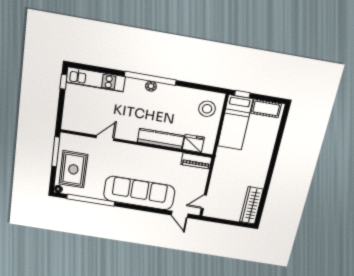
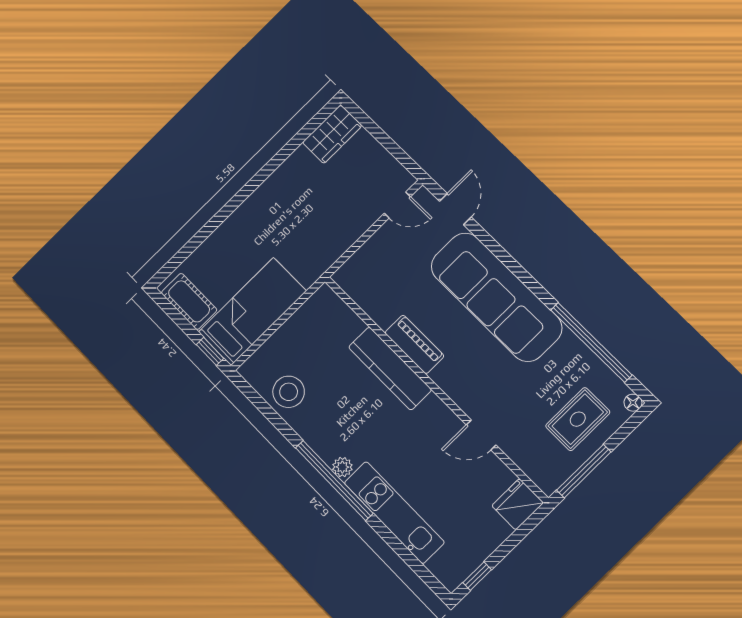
kitchen unit: (96, 80) -> (394, 512), moved
stool: (207, 109) -> (289, 392), moved
fridge: (193, 143) -> (518, 504), moved, turned 90
piano: (196, 161) -> (414, 344), moved
rug: (73, 169) -> (578, 419), width x0.73, depth x0.70
wardrobe: (251, 205) -> (332, 134), width x0.67

